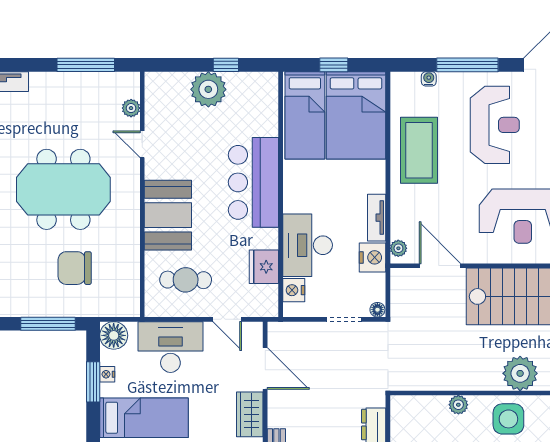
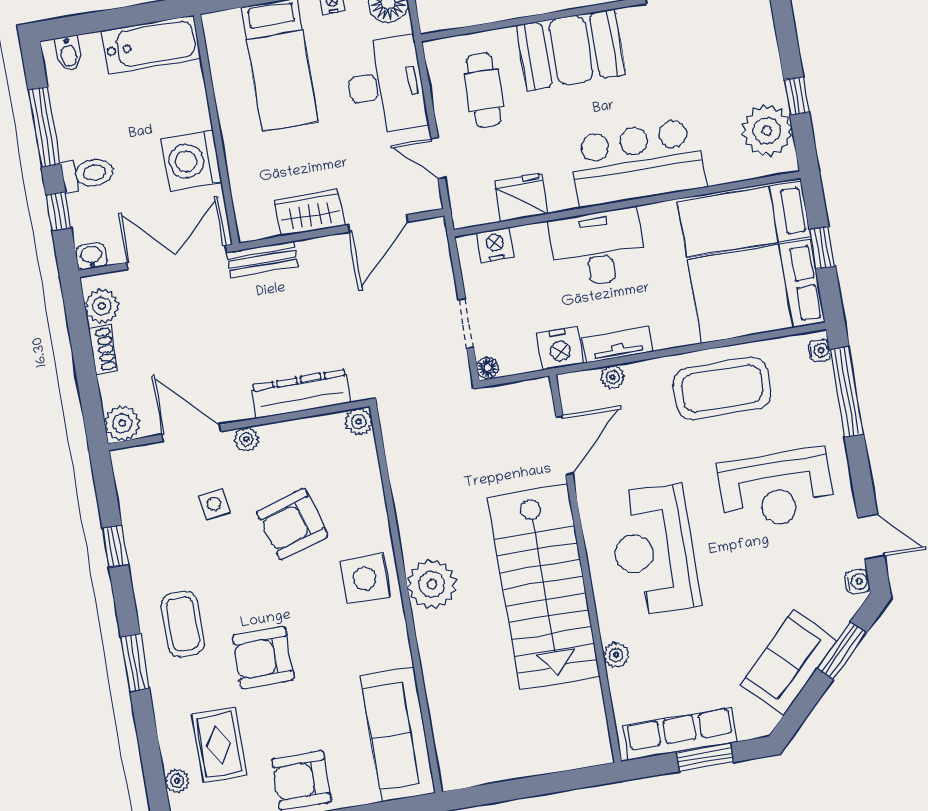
window: (467, 65) -> (847, 392), moved
water cooler: (429, 79) -> (819, 351), moved
plant: (208, 89) -> (767, 131), moved
desk: (308, 245) -> (598, 248), moved
plant: (398, 248) -> (613, 377), moved
door: (227, 319) -> (438, 158), hinge flipped
plant: (458, 405) -> (359, 422), moved

